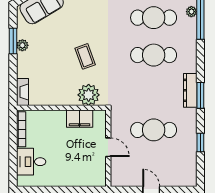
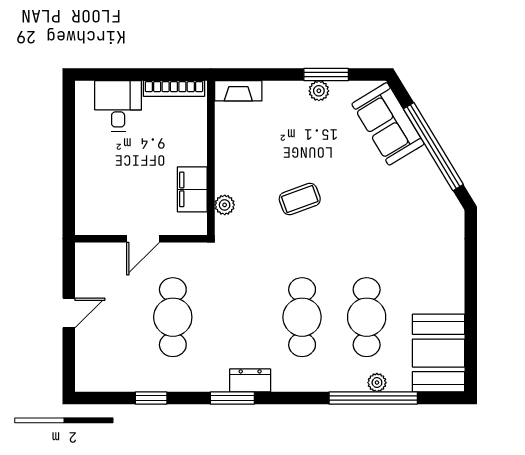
dresser: (190, 90) -> (250, 380), width x0.70
plant: (89, 95) -> (225, 205), width x0.53, depth x0.53

